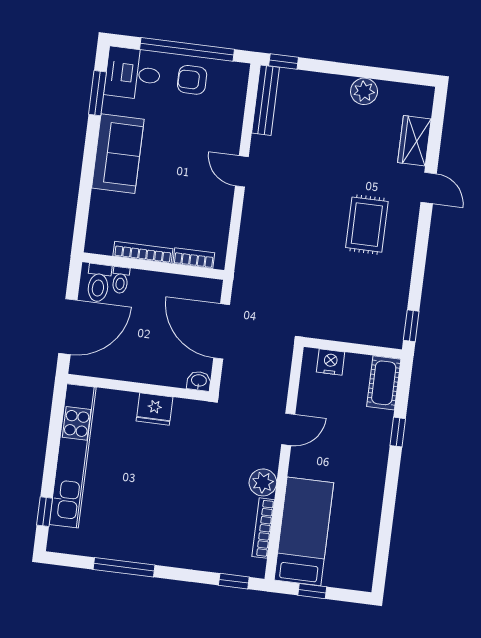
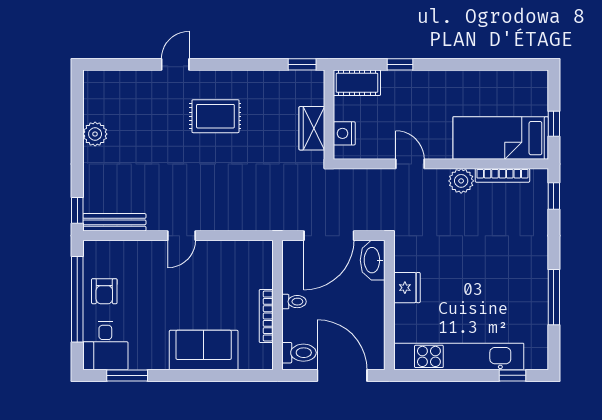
wardrobe: (414, 141) -> (312, 128), moved, turned 90
sofa: (118, 154) -> (204, 350), moved
bookcase: (194, 258) -> (266, 269), removed
toilet: (120, 280) -> (294, 302), moved
washbasin: (199, 381) -> (373, 260), width x1.91, depth x1.45

